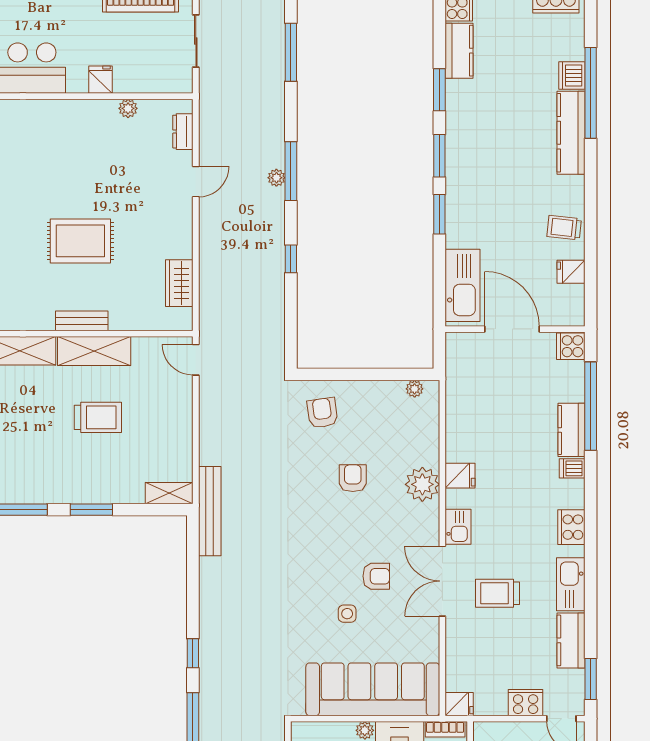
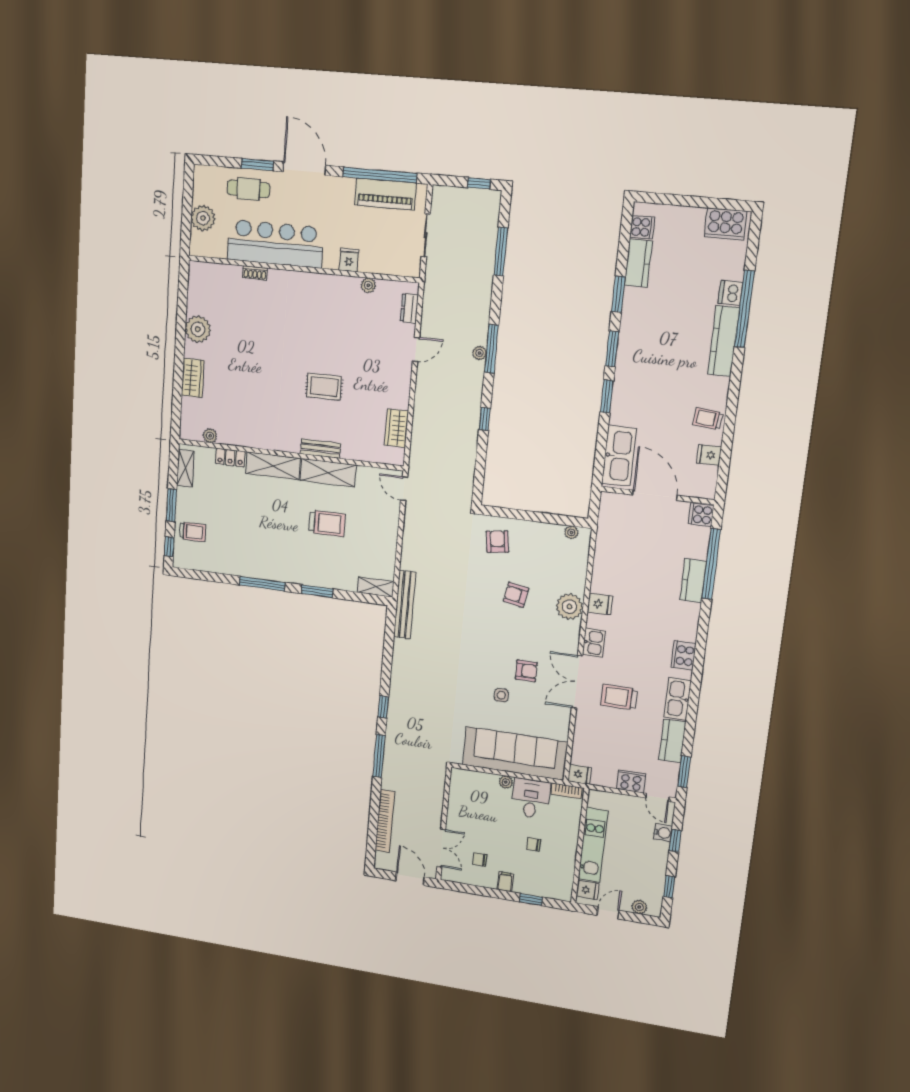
rug: (80, 241) -> (324, 387), width x0.73, depth x0.70
dishwasher: (572, 468) -> (690, 610), removed
armchair: (353, 478) -> (516, 595), turned -80

